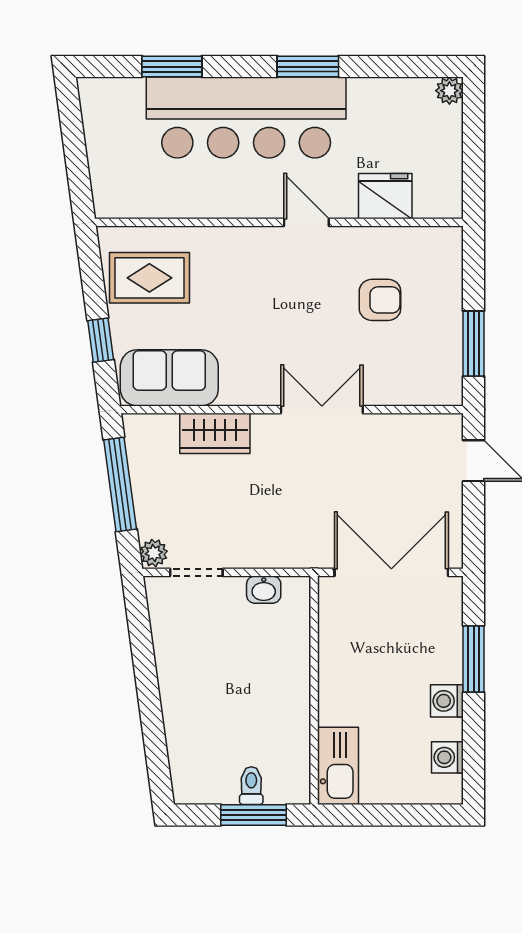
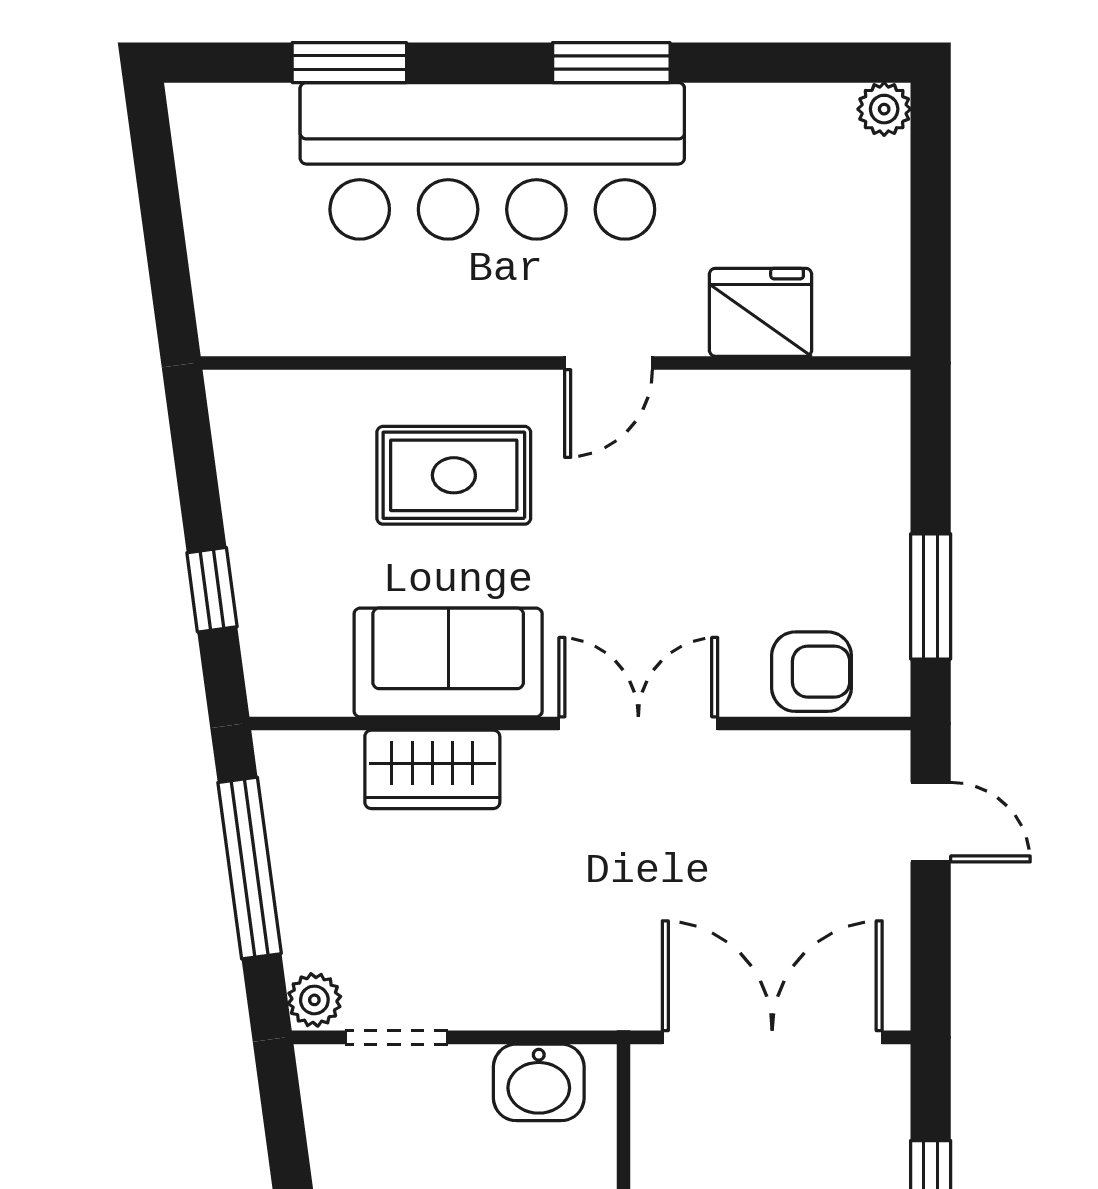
door: (306, 222) -> (609, 363), swing flipped
rug: (149, 278) -> (454, 475), moved
armchair: (380, 300) -> (812, 672), moved
sofa: (169, 378) -> (448, 662), moved
washbasin: (264, 590) -> (539, 1082), width x1.38, depth x1.45

